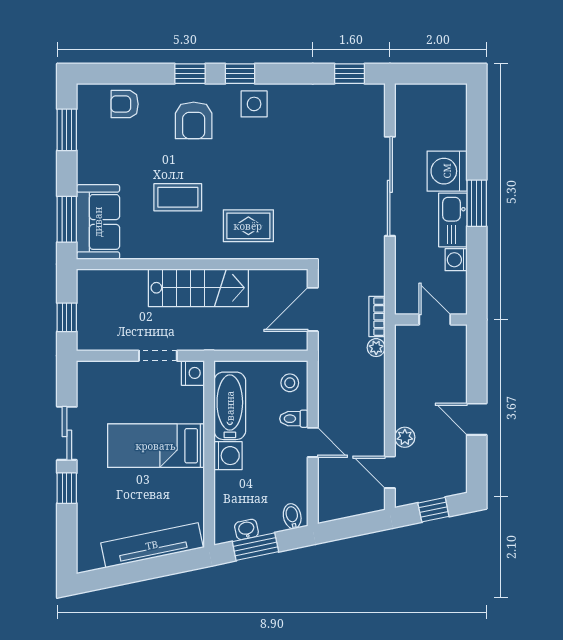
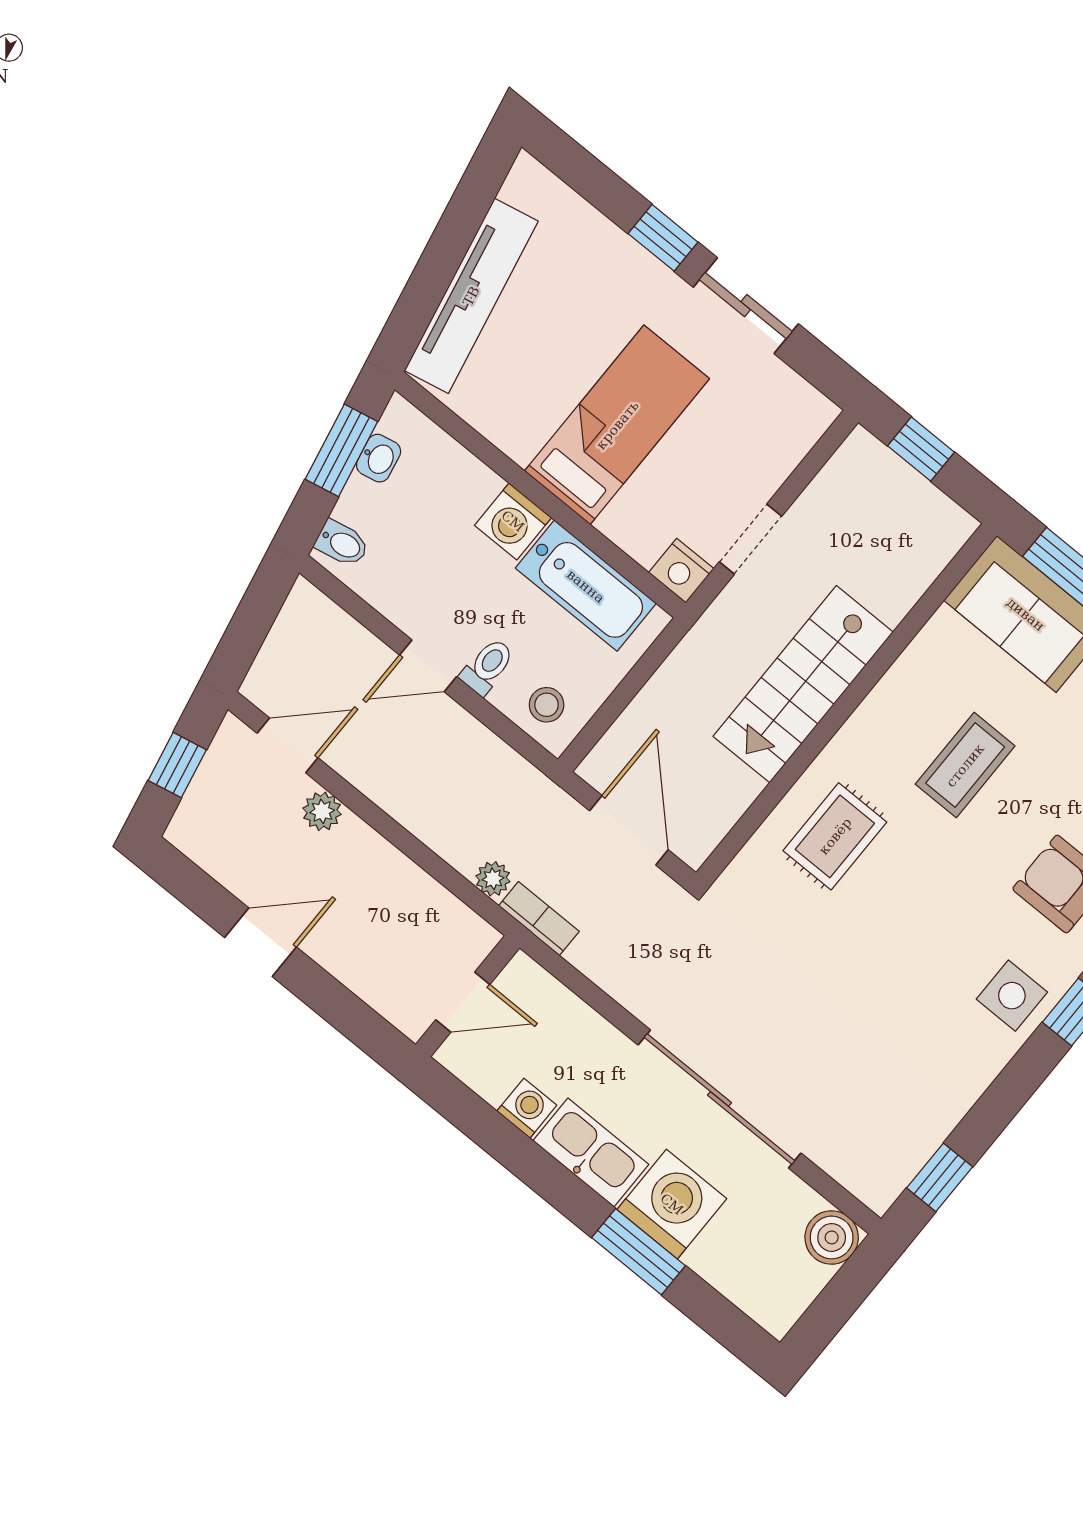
boiler: (408, 97) -> (832, 1237), added
window: (477, 203) -> (638, 1252), moved

